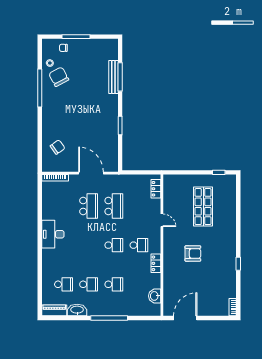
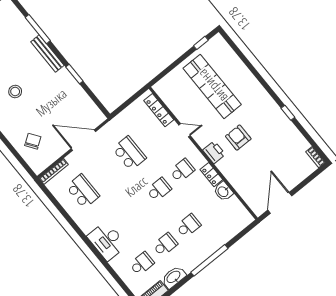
bench: (113, 77) -> (47, 54), moved
stool: (72, 105) -> (15, 91), added
locker: (156, 189) -> (159, 110), width x1.53
school desk: (89, 206) -> (83, 191), moved
shop shelf: (203, 207) -> (212, 86), width x1.40
desk: (53, 234) -> (107, 241), moved
printer: (169, 250) -> (214, 152), added
armchair: (193, 253) -> (238, 138), turned -90
washbasin: (155, 296) -> (223, 191), moved

